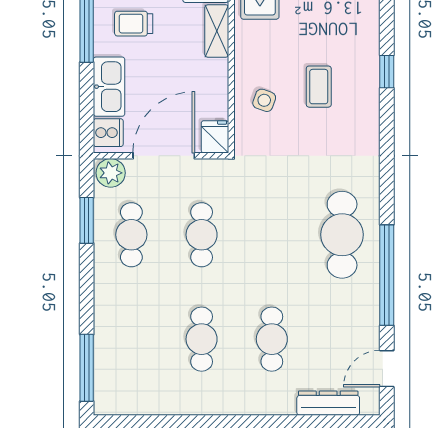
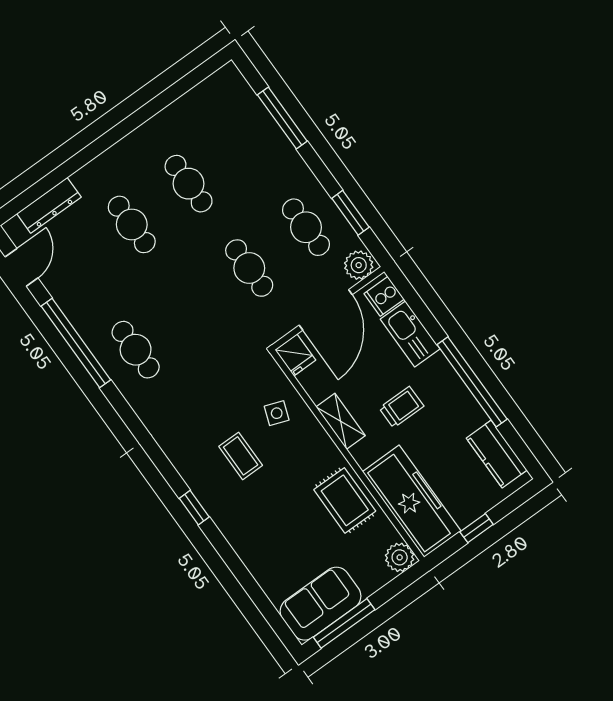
trolley: (134, 24) -> (401, 407), moved
shelving: (217, 31) -> (341, 421), moved
cafe table: (342, 235) -> (136, 350), width x0.73, depth x0.74
window: (87, 368) -> (282, 118), moved

